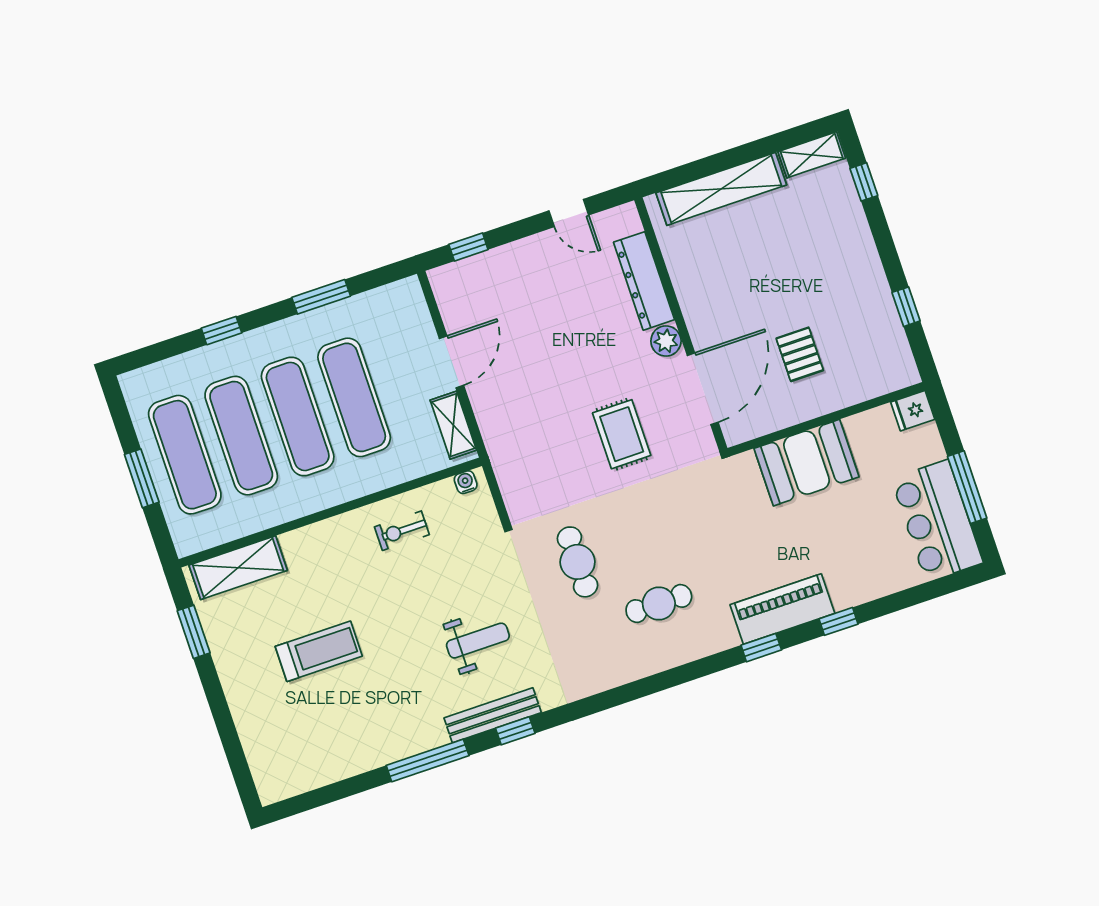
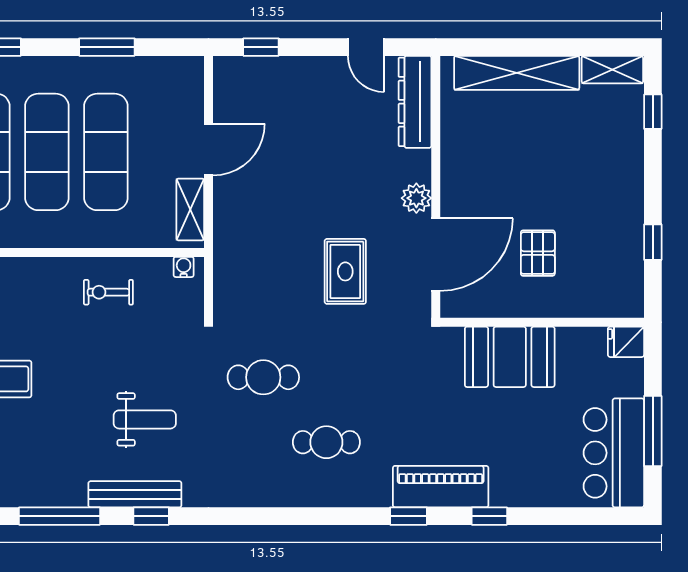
dresser: (644, 281) -> (415, 102), moved
cafe table: (578, 562) -> (263, 377), turned 90

